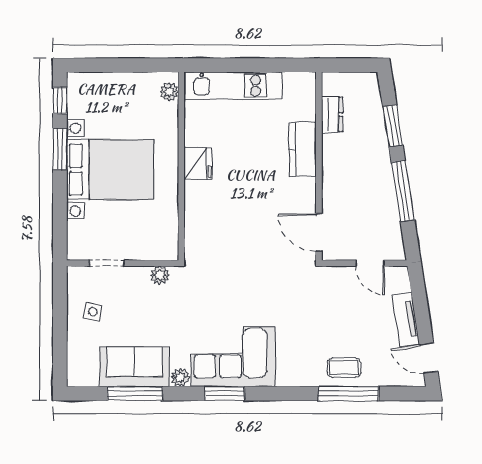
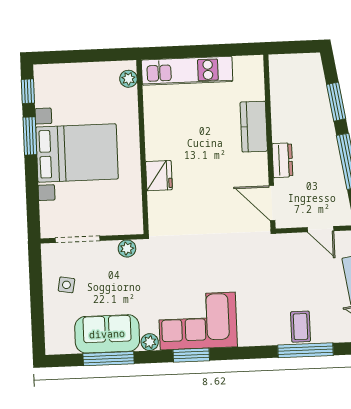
dresser: (332, 115) -> (282, 160), moved
fridge: (198, 164) -> (159, 176), moved
doorway: (107, 263) -> (78, 239), width x1.38
coffee table: (344, 368) -> (301, 327), turned 90

